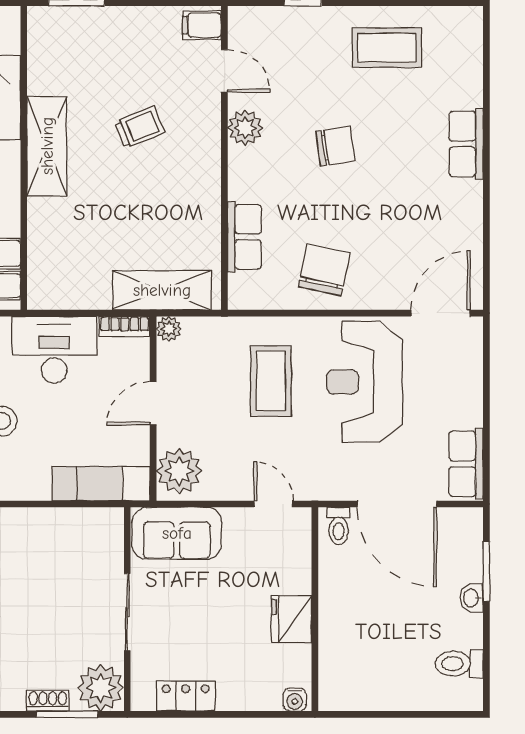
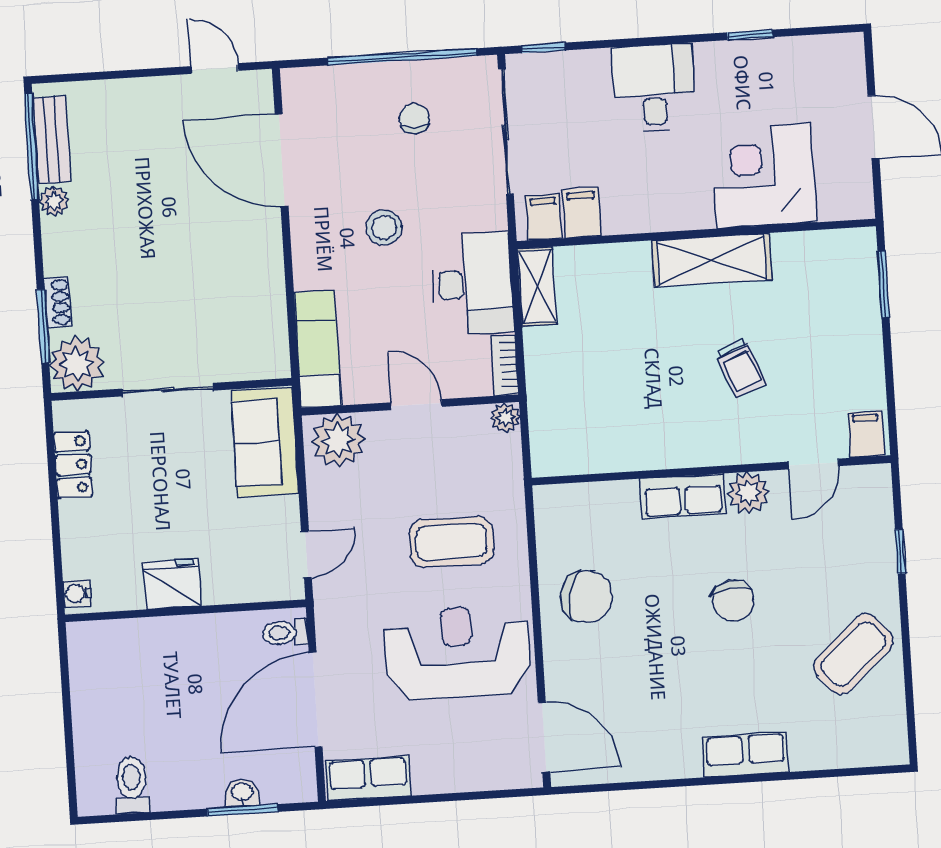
coffee table: (387, 48) -> (853, 654), turned 48
row of seats: (244, 237) -> (683, 496), moved
shelving: (162, 290) -> (537, 287), moved, width x0.67, depth x0.75
washbasin: (472, 598) -> (242, 793), moved

